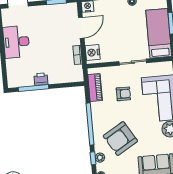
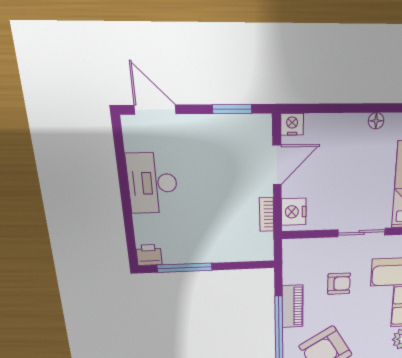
printer: (41, 79) -> (149, 255), moved
piano: (95, 87) -> (293, 306), moved

